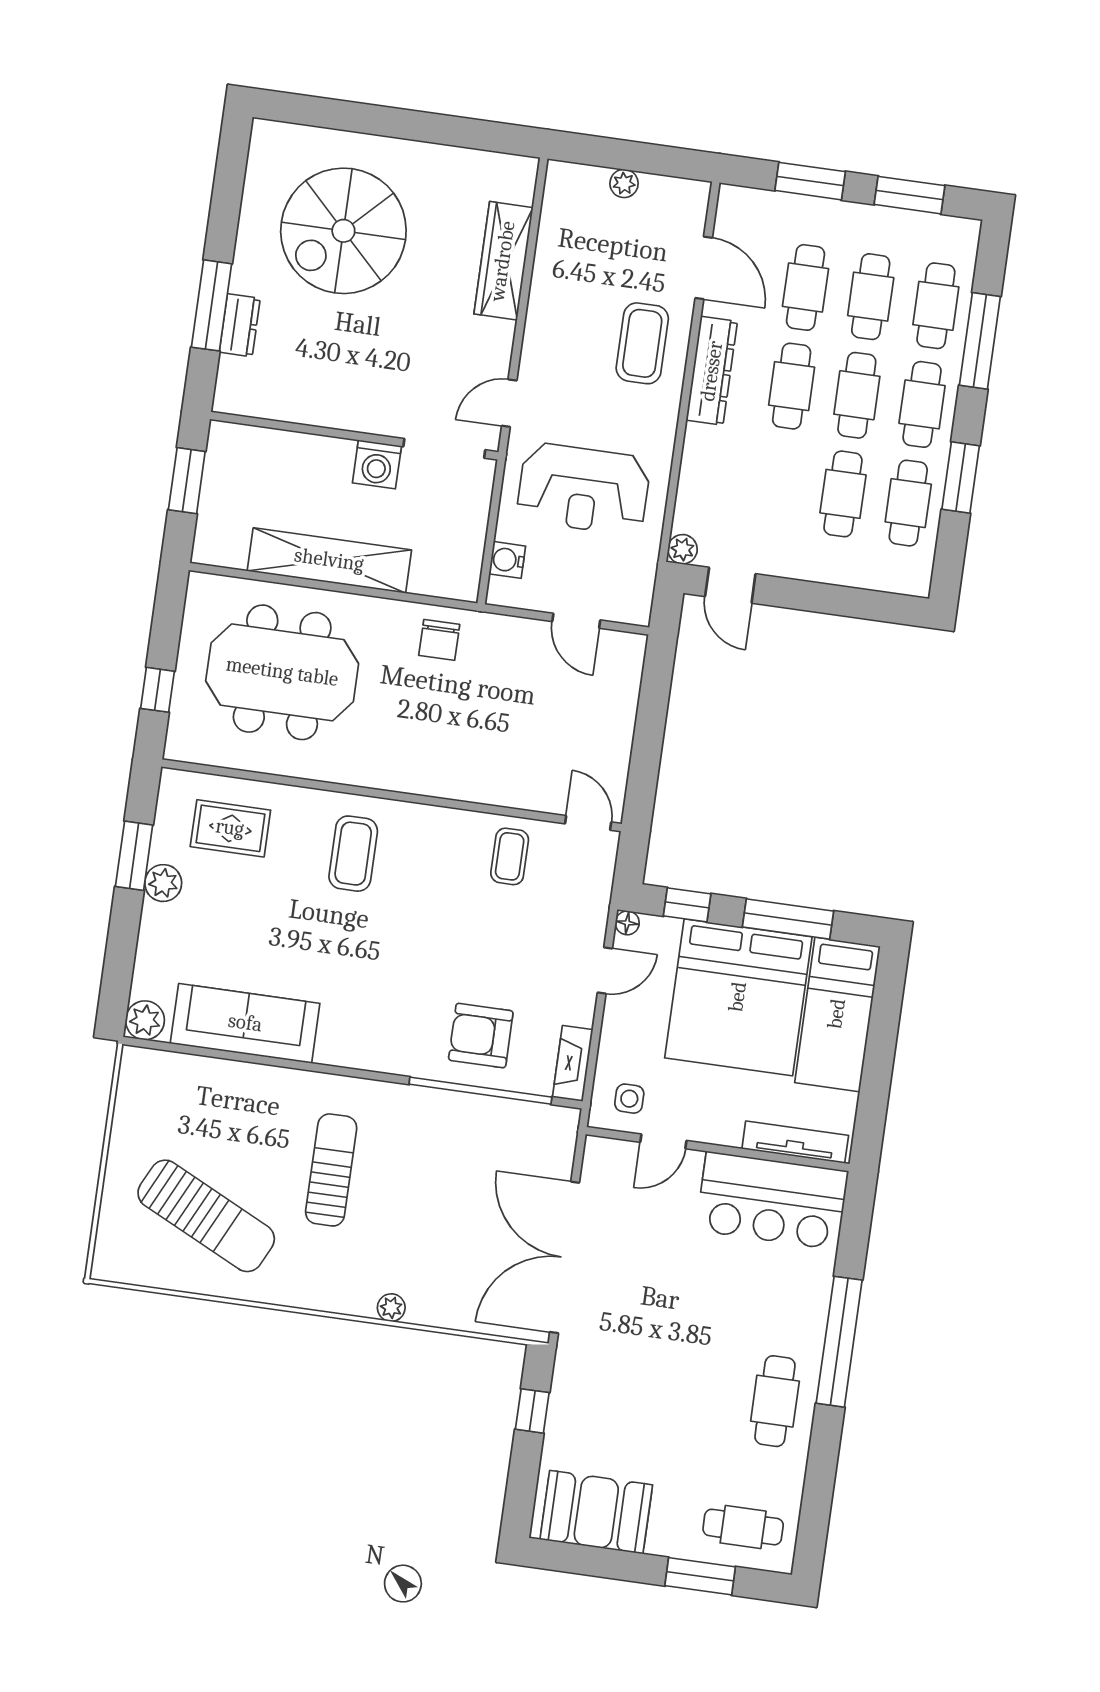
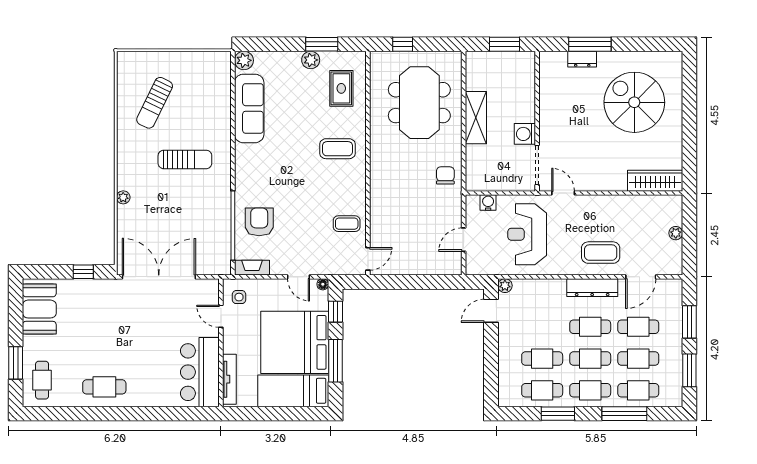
wardrobe: (503, 261) -> (655, 181), moved
shelving: (329, 560) -> (476, 118), width x0.68
chair: (439, 640) -> (445, 175), turned 90
sun lounger: (206, 1216) -> (155, 103), width x0.73, depth x0.75
window: (839, 1342) -> (137, 414), removed

